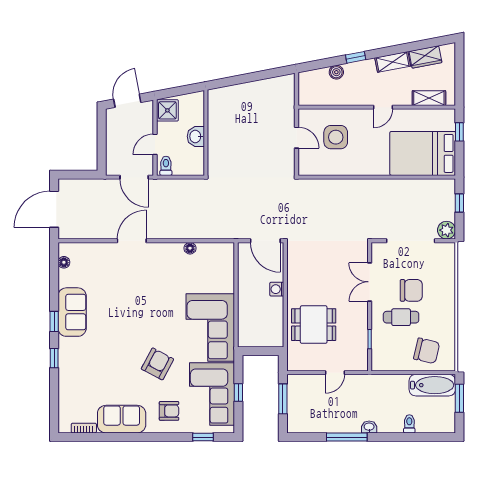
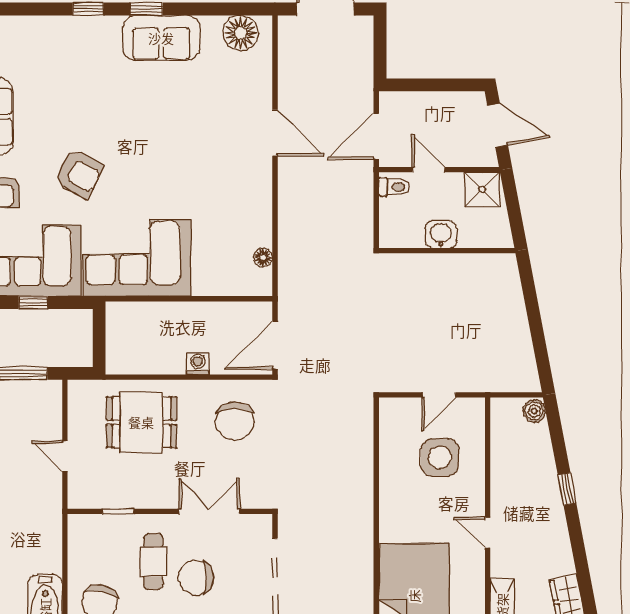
shelving: (393, 62) -> (560, 548), removed
boiler: (336, 72) -> (534, 411), moved
floor lamp: (190, 248) -> (263, 257), moved
floor lamp: (64, 262) -> (241, 33), width x1.89, depth x1.89
chair: (313, 266) -> (235, 421), added
chair: (411, 290) -> (196, 578), turned 90
dining table: (314, 325) -> (141, 422), turned 90

